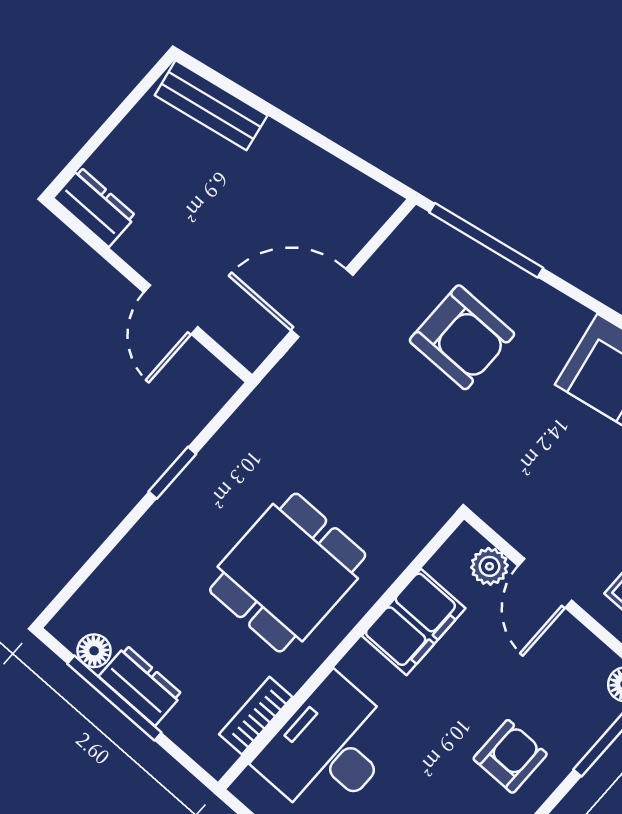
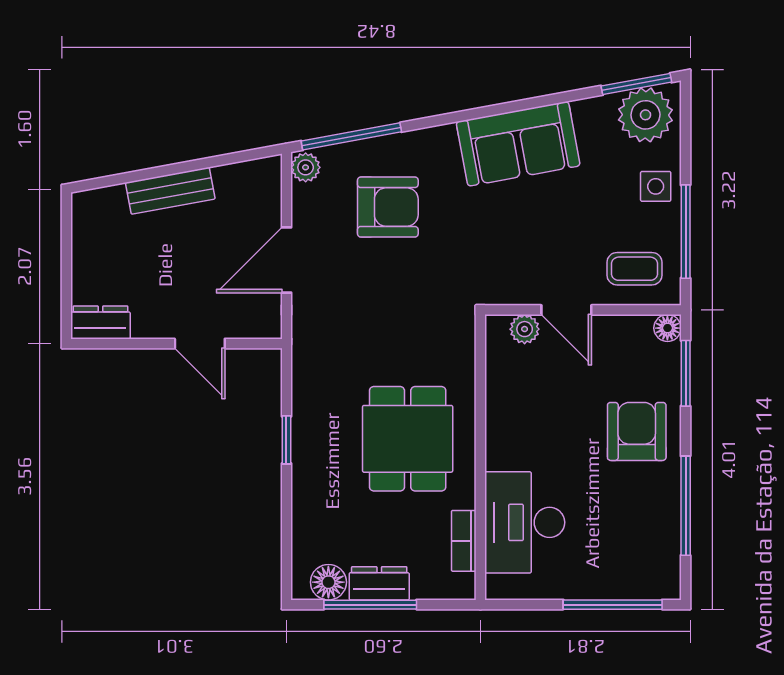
bench: (211, 105) -> (170, 191), moved
plant: (417, 231) -> (306, 167), added
filing cabinet: (414, 622) -> (509, 402), removed
floor lamp: (94, 651) -> (328, 582), width x1.37, depth x1.37
armchair: (510, 756) -> (637, 431), width x1.38, depth x1.38

